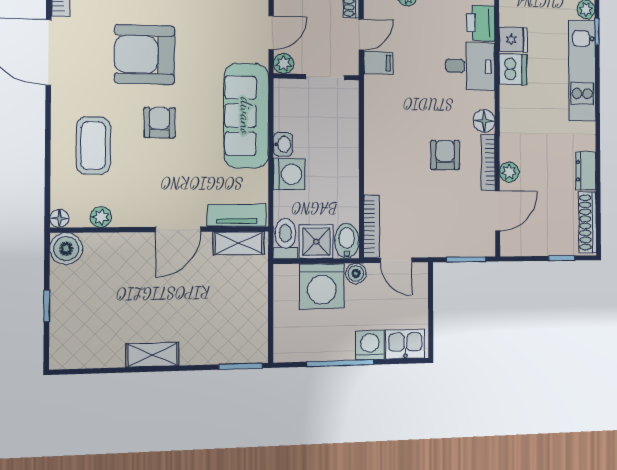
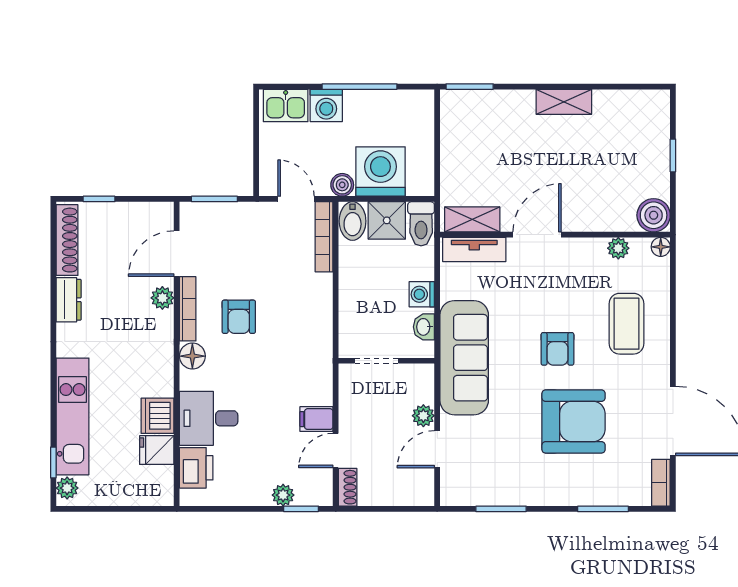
wall: (317, 77) -> (386, 361), moved
doorway: (325, 77) -> (377, 361), moved
washing machine: (289, 174) -> (422, 294), width x0.73, depth x0.73

